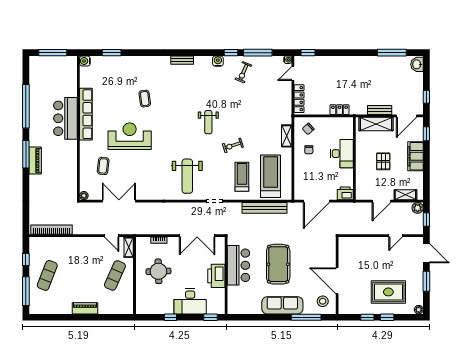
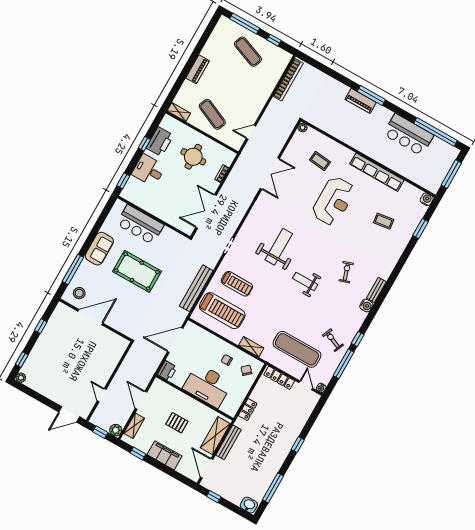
window: (308, 53) -> (298, 445), moved
water cooler: (218, 61) -> (366, 305), moved
exercise mat: (268, 97) -> (297, 349), added
coffee table: (145, 99) -> (384, 221), moved
window: (26, 106) -> (435, 132), moved
bench: (380, 110) -> (229, 442), width x1.36
bar counter: (65, 118) -> (408, 135), moved, turned 180
window: (426, 134) -> (138, 454), moved
exercise bike: (233, 145) -> (346, 272), moved
desk: (342, 154) -> (208, 385), width x1.36, depth x1.30
weight bench: (187, 176) -> (279, 247), moved, turned 90
double door: (119, 201) -> (270, 174), moved
door: (316, 201) -> (175, 340), hinge flipped
shelving: (129, 247) -> (179, 112), moved
bar counter: (238, 265) -> (140, 225), moved
printer: (216, 276) -> (160, 142), moved, turned 90
window: (426, 281) -> (43, 400), removed
rug: (388, 292) -> (53, 359), removed
desk: (190, 301) -> (149, 170), width x0.73
sofa: (282, 305) -> (99, 249), width x0.73
window: (387, 317) -> (22, 360), moved

